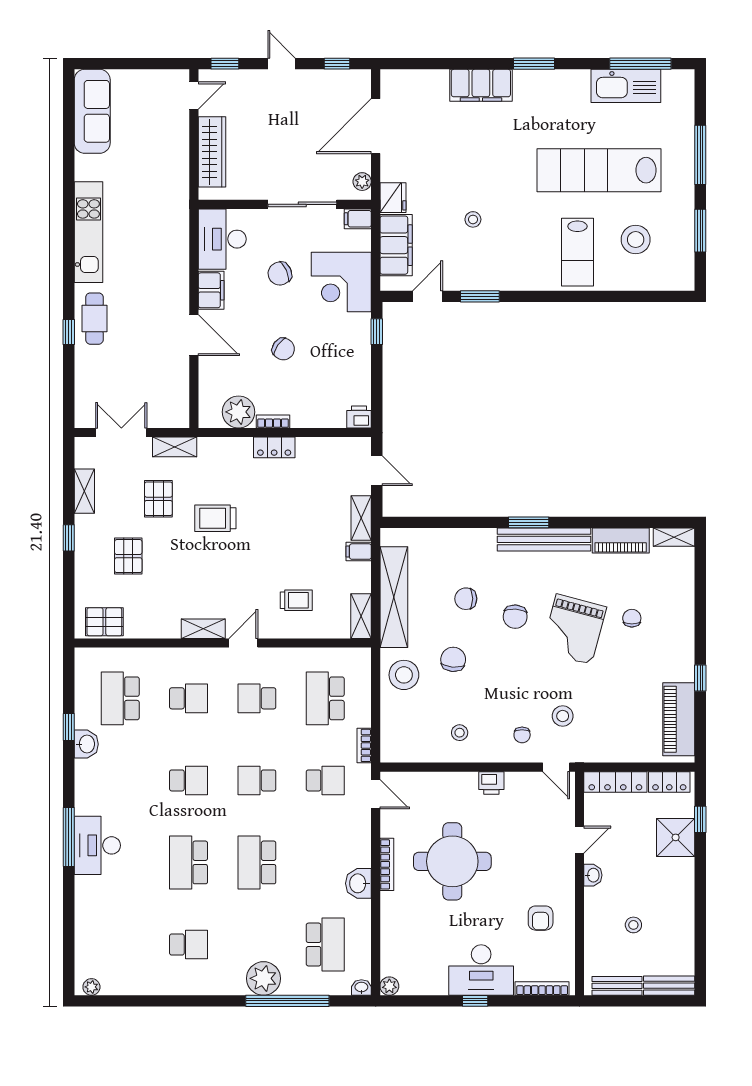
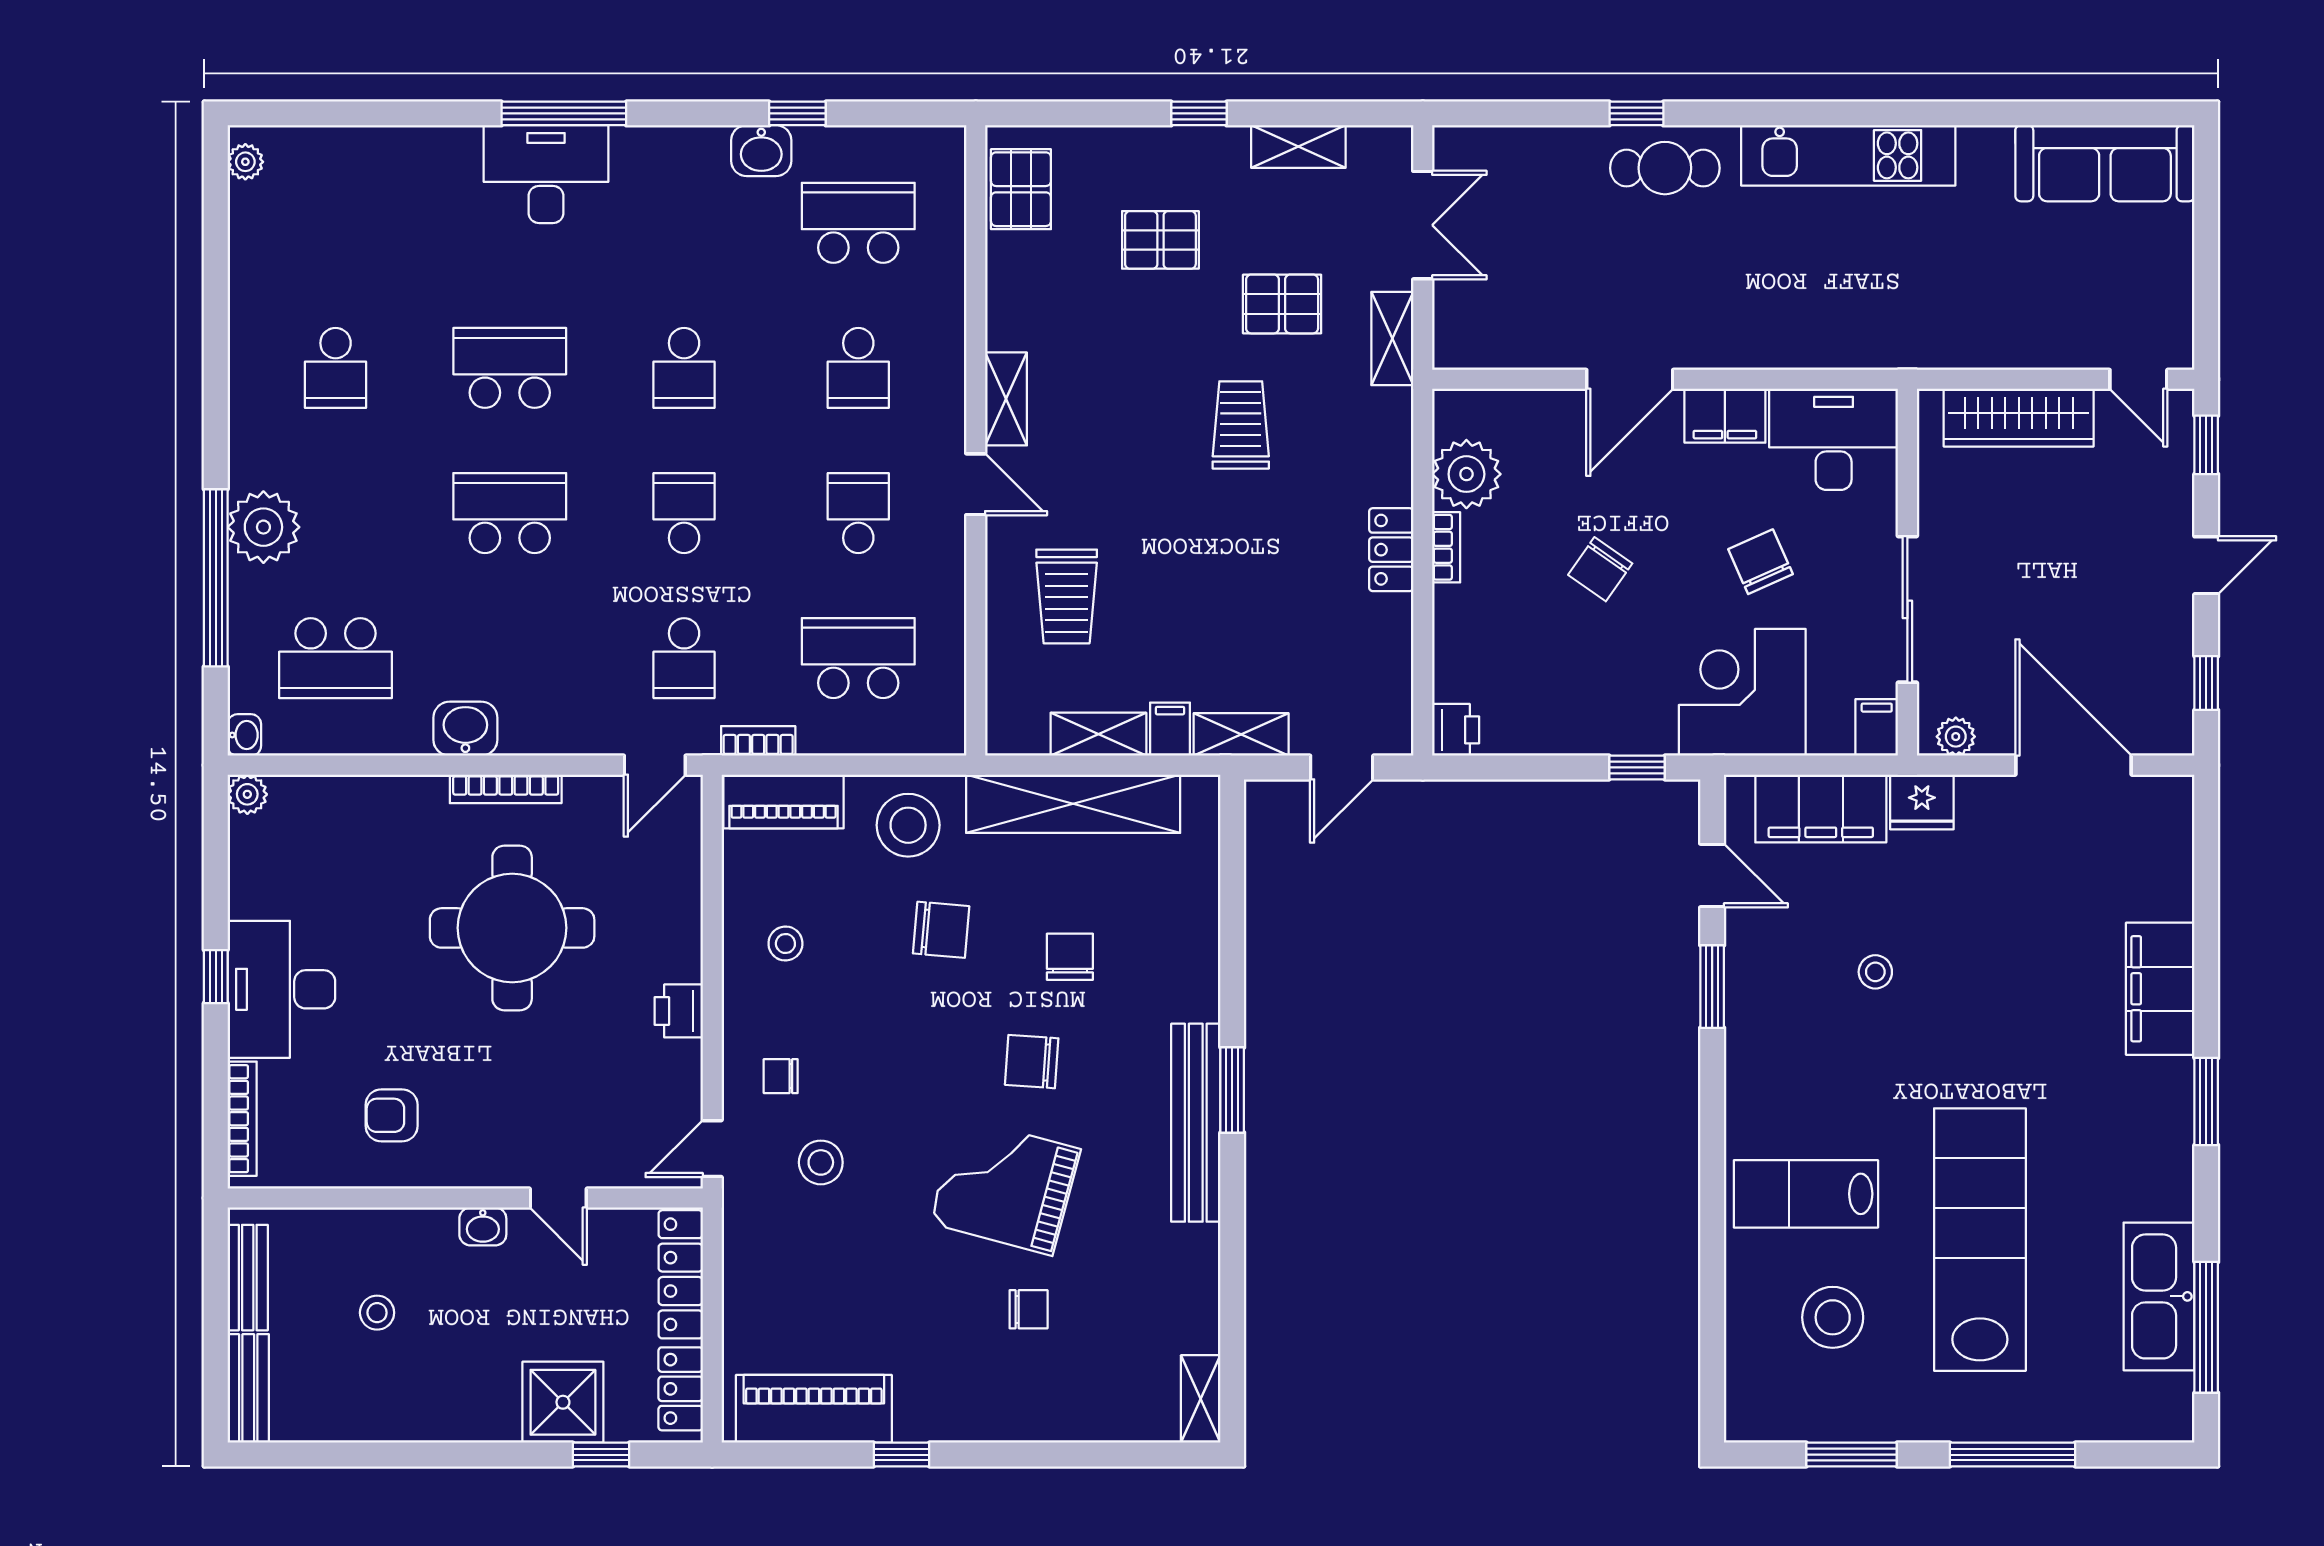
piano: (621, 541) -> (784, 801), moved, turned -90
trolley: (296, 600) -> (1067, 596), width x1.36, depth x1.39
shelving: (361, 616) -> (1098, 734), moved

